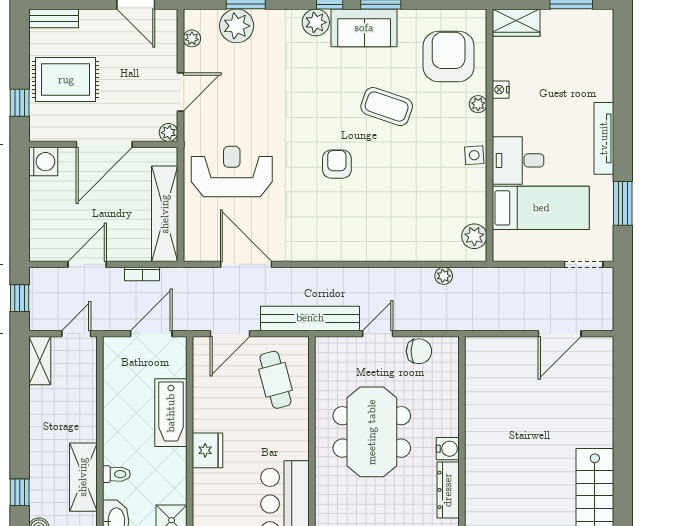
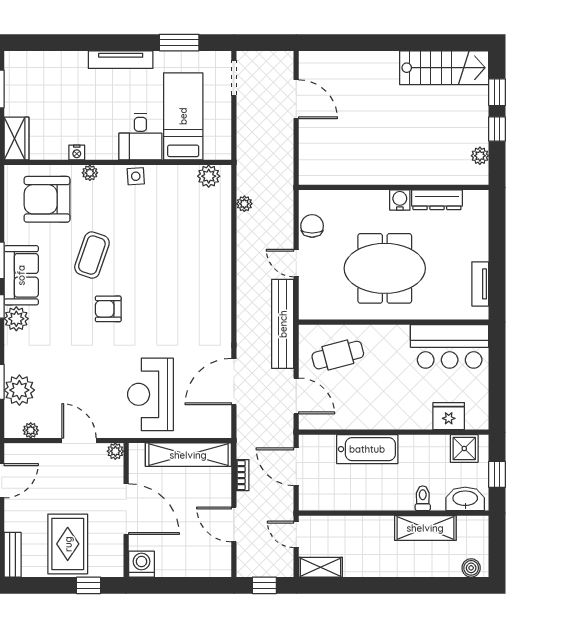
armchair: (337, 164) -> (108, 309), moved
fridge: (208, 450) -> (449, 416), moved
window: (20, 492) -> (439, 585), removed

